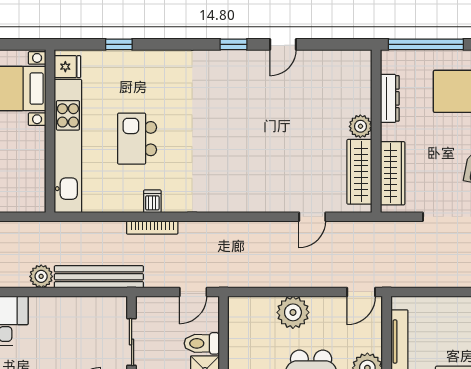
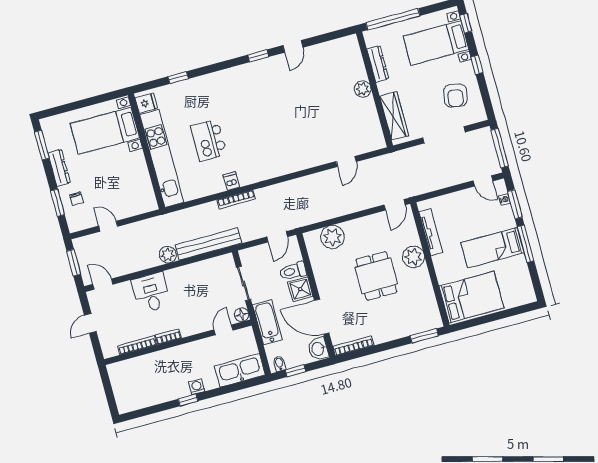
wardrobe: (359, 172) -> (371, 121), removed
plant: (293, 312) -> (333, 237), moved

